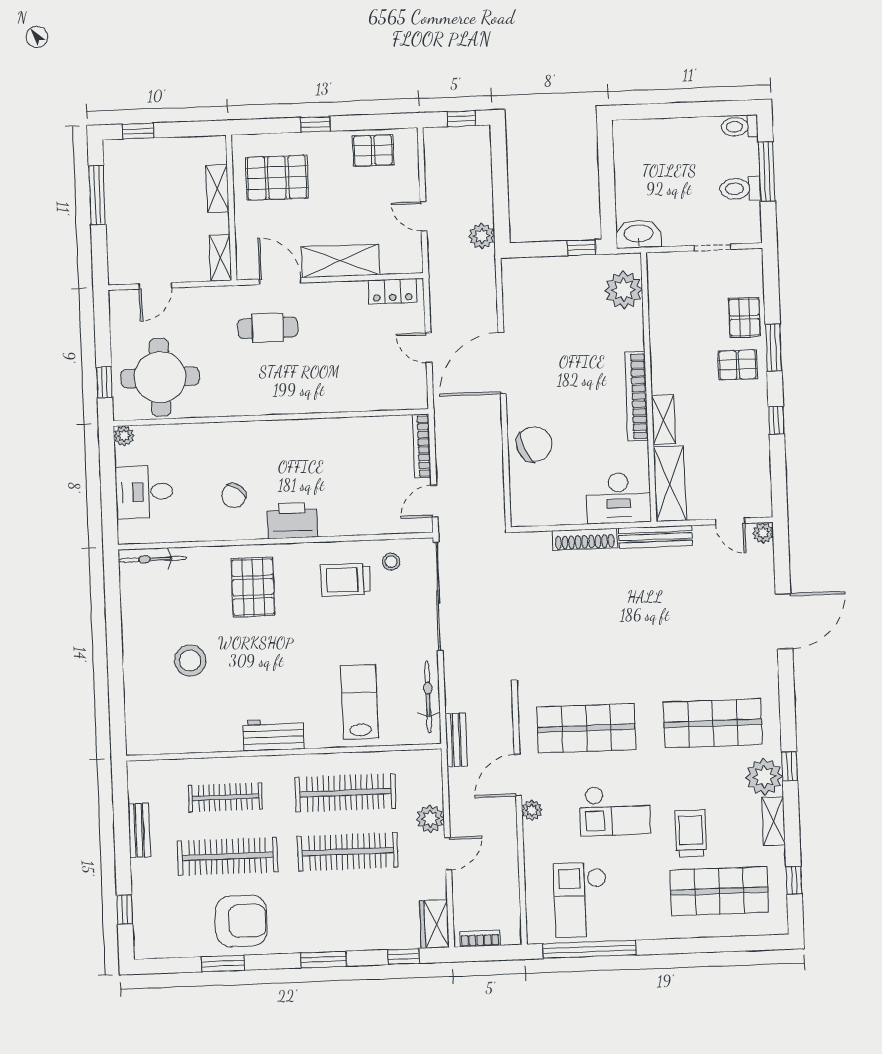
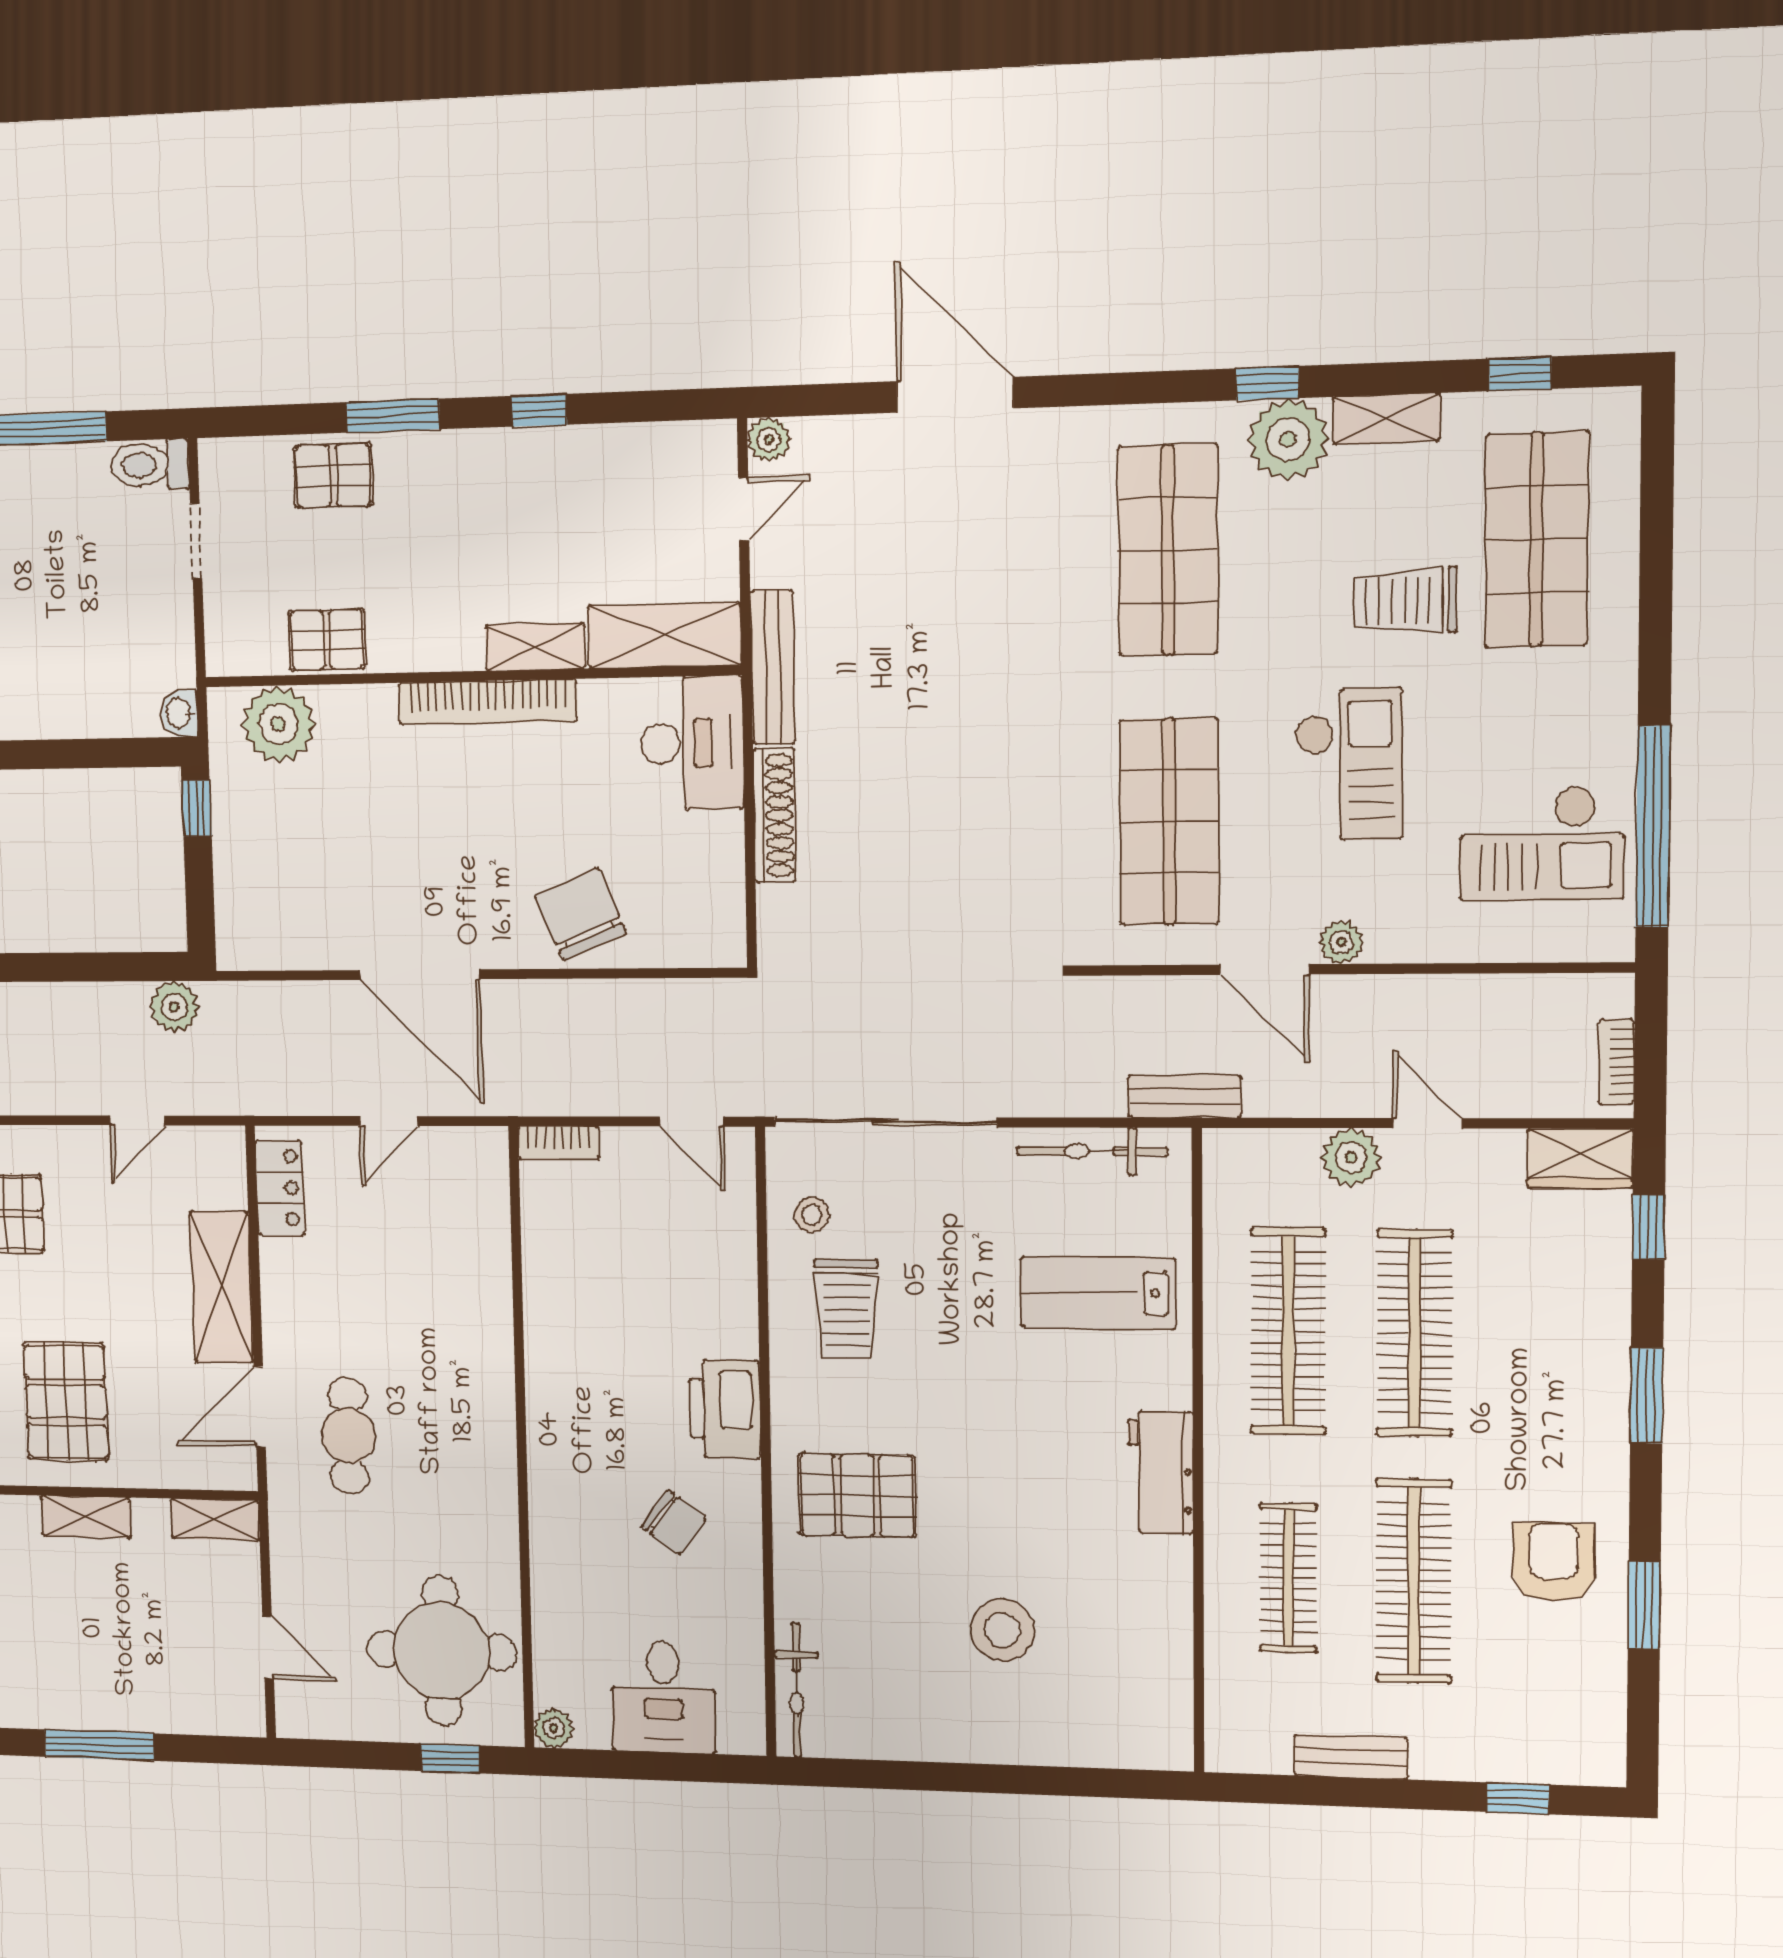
toilet: (740, 189) -> (150, 465), moved, turned 90
washbasin: (639, 234) -> (179, 713), width x0.52, depth x0.69
pallet: (738, 365) -> (327, 639), moved, turned 90
bookcase: (422, 446) -> (559, 1143), width x0.64
armchair: (241, 921) -> (1554, 1562), width x0.73, depth x0.73

